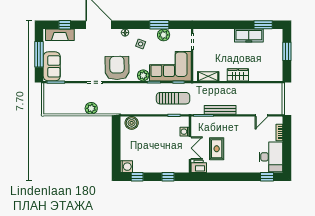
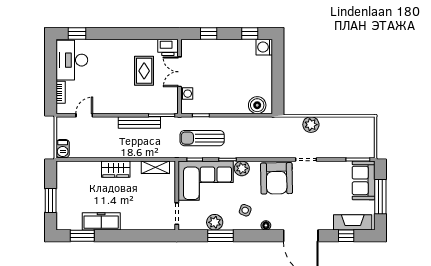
barbecue: (278, 90) -> (63, 149), added

